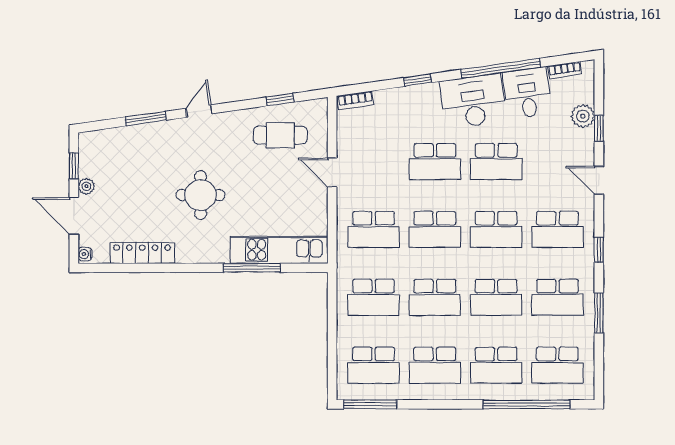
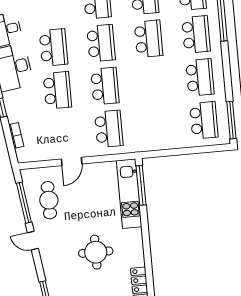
window: (280, 100) -> (24, 203), width x2.17
bookcase: (355, 100) -> (16, 135), moved
door: (199, 111) -> (33, 241), moved
window: (252, 268) -> (141, 185), moved
school desk: (374, 297) -> (156, 125), removed
school desk: (435, 297) -> (152, 82), removed

